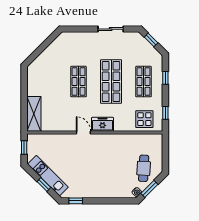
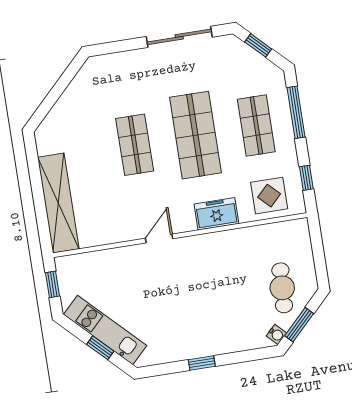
sliding door: (111, 29) -> (179, 37), width x1.37
window: (165, 78) -> (296, 112), width x2.17
shelving: (34, 114) -> (58, 203), width x1.47
freezer: (103, 124) -> (216, 214), moved
door: (83, 132) -> (159, 238), hinge flipped
window: (76, 201) -> (202, 363), moved

